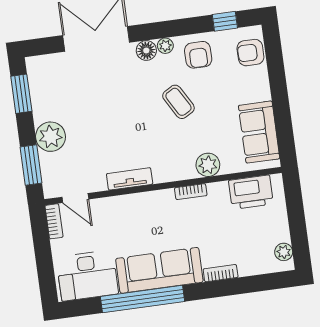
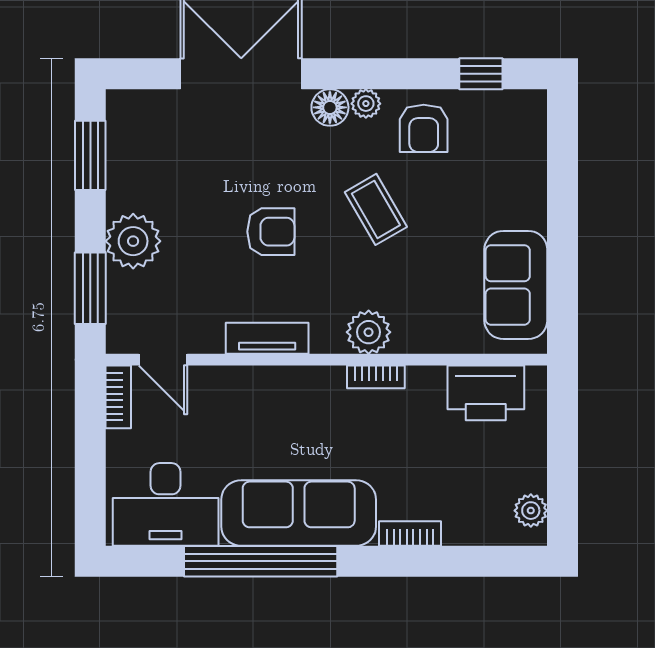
armchair: (250, 53) -> (271, 232), moved, turned 180
plant: (208, 165) -> (369, 332), moved

